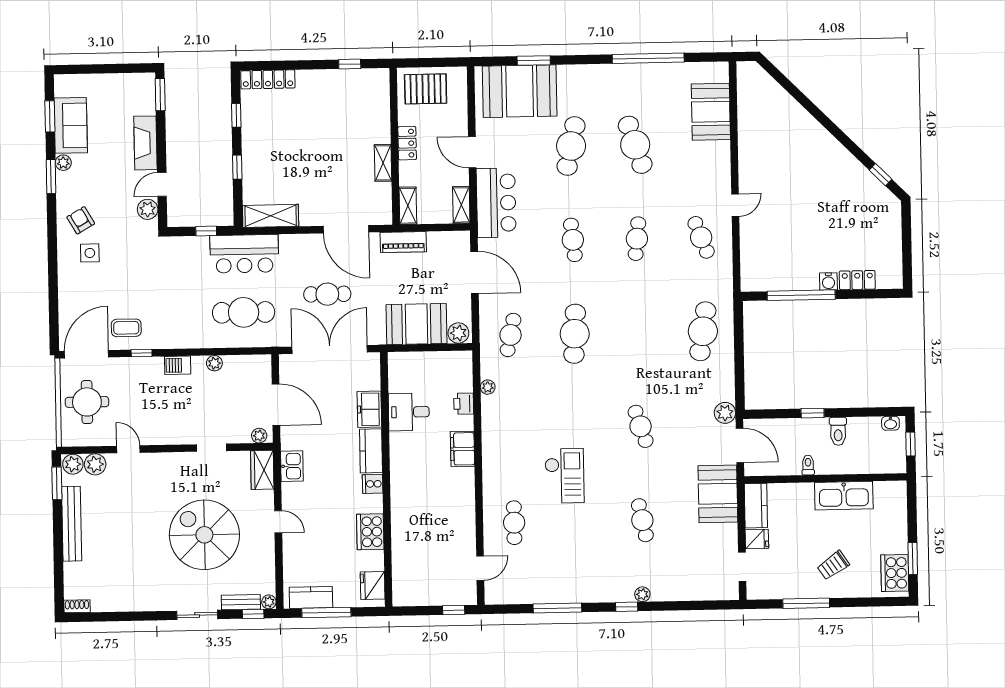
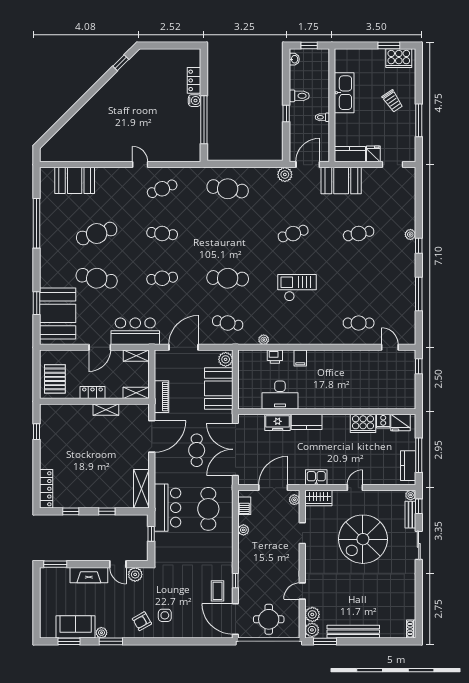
barbecue: (178, 365) -> (244, 506), moved
desk: (409, 412) -> (280, 395), width x1.37
filing cabinet: (462, 449) -> (300, 358), width x0.50
checkout: (564, 476) -> (297, 288), moved
cooker: (373, 484) -> (383, 421), moved

